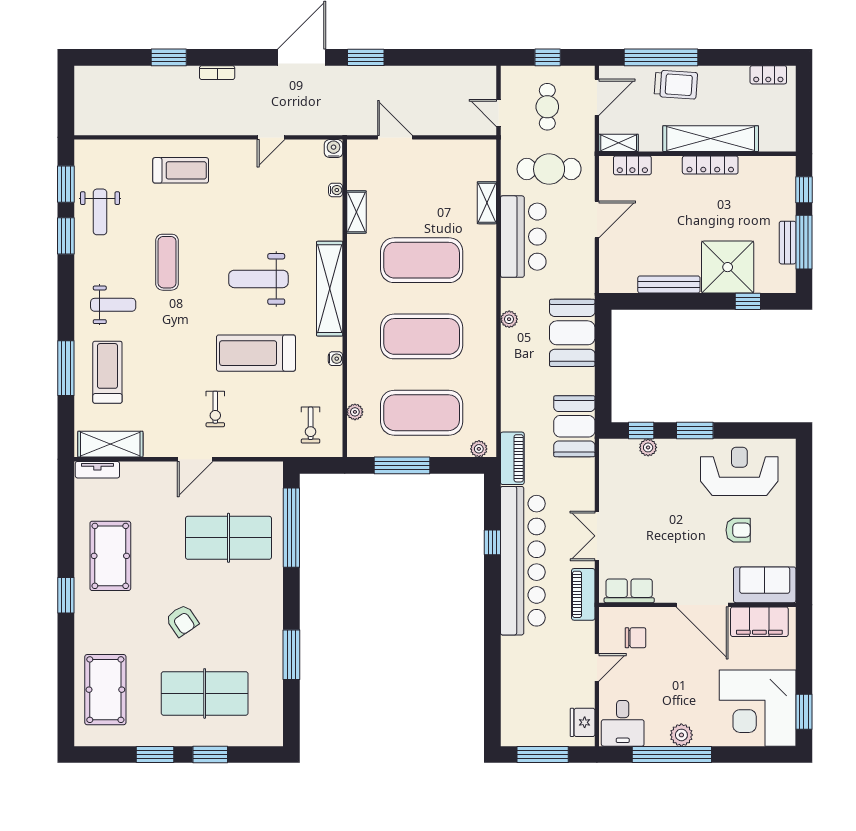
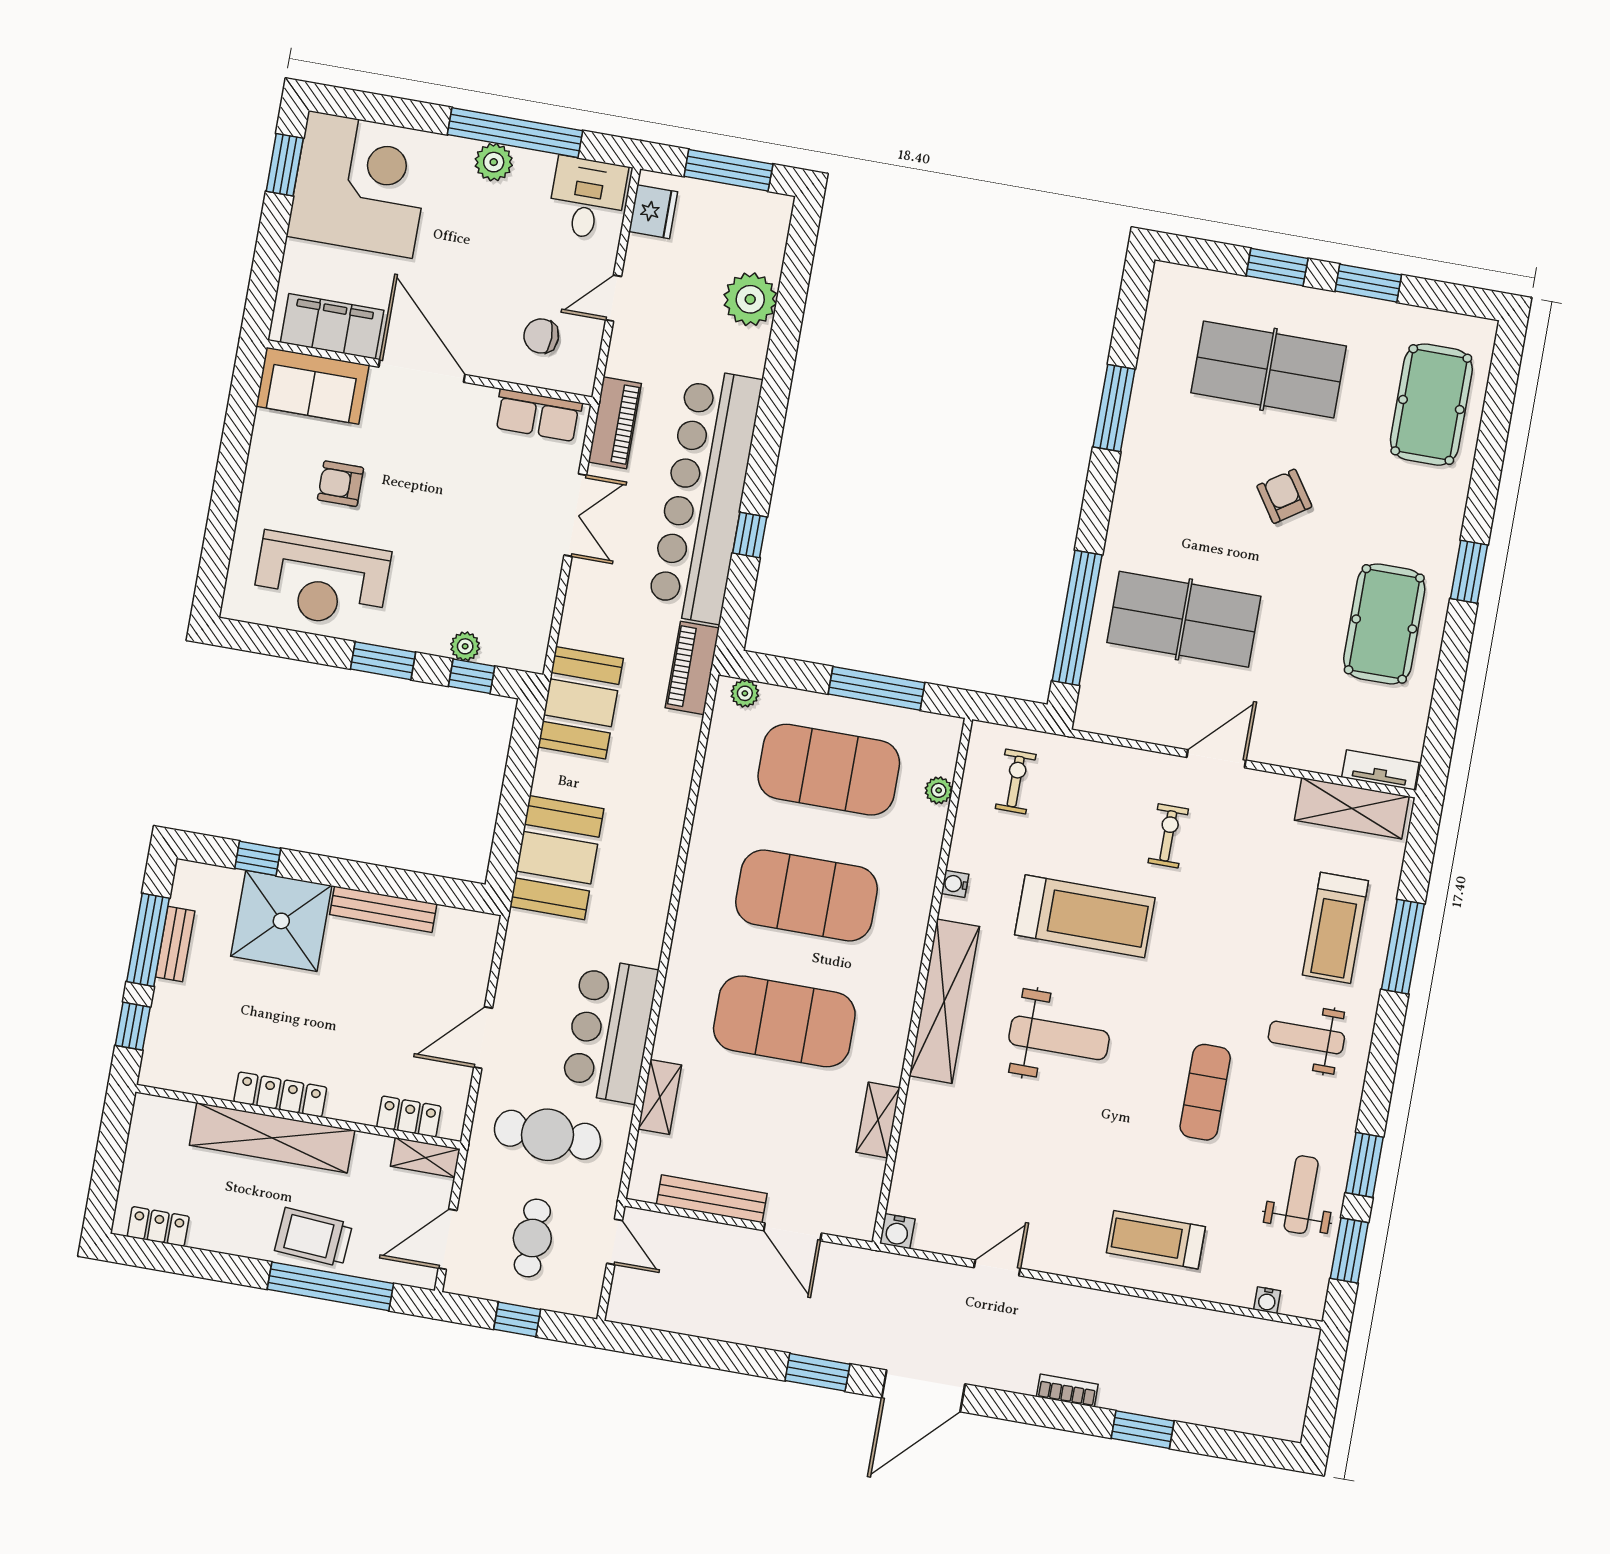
bench: (446, 148) -> (712, 1199), added
water cooler: (336, 190) -> (1267, 1300), moved, turned -90
plant: (509, 319) -> (750, 299), moved, width x1.88, depth x1.88

